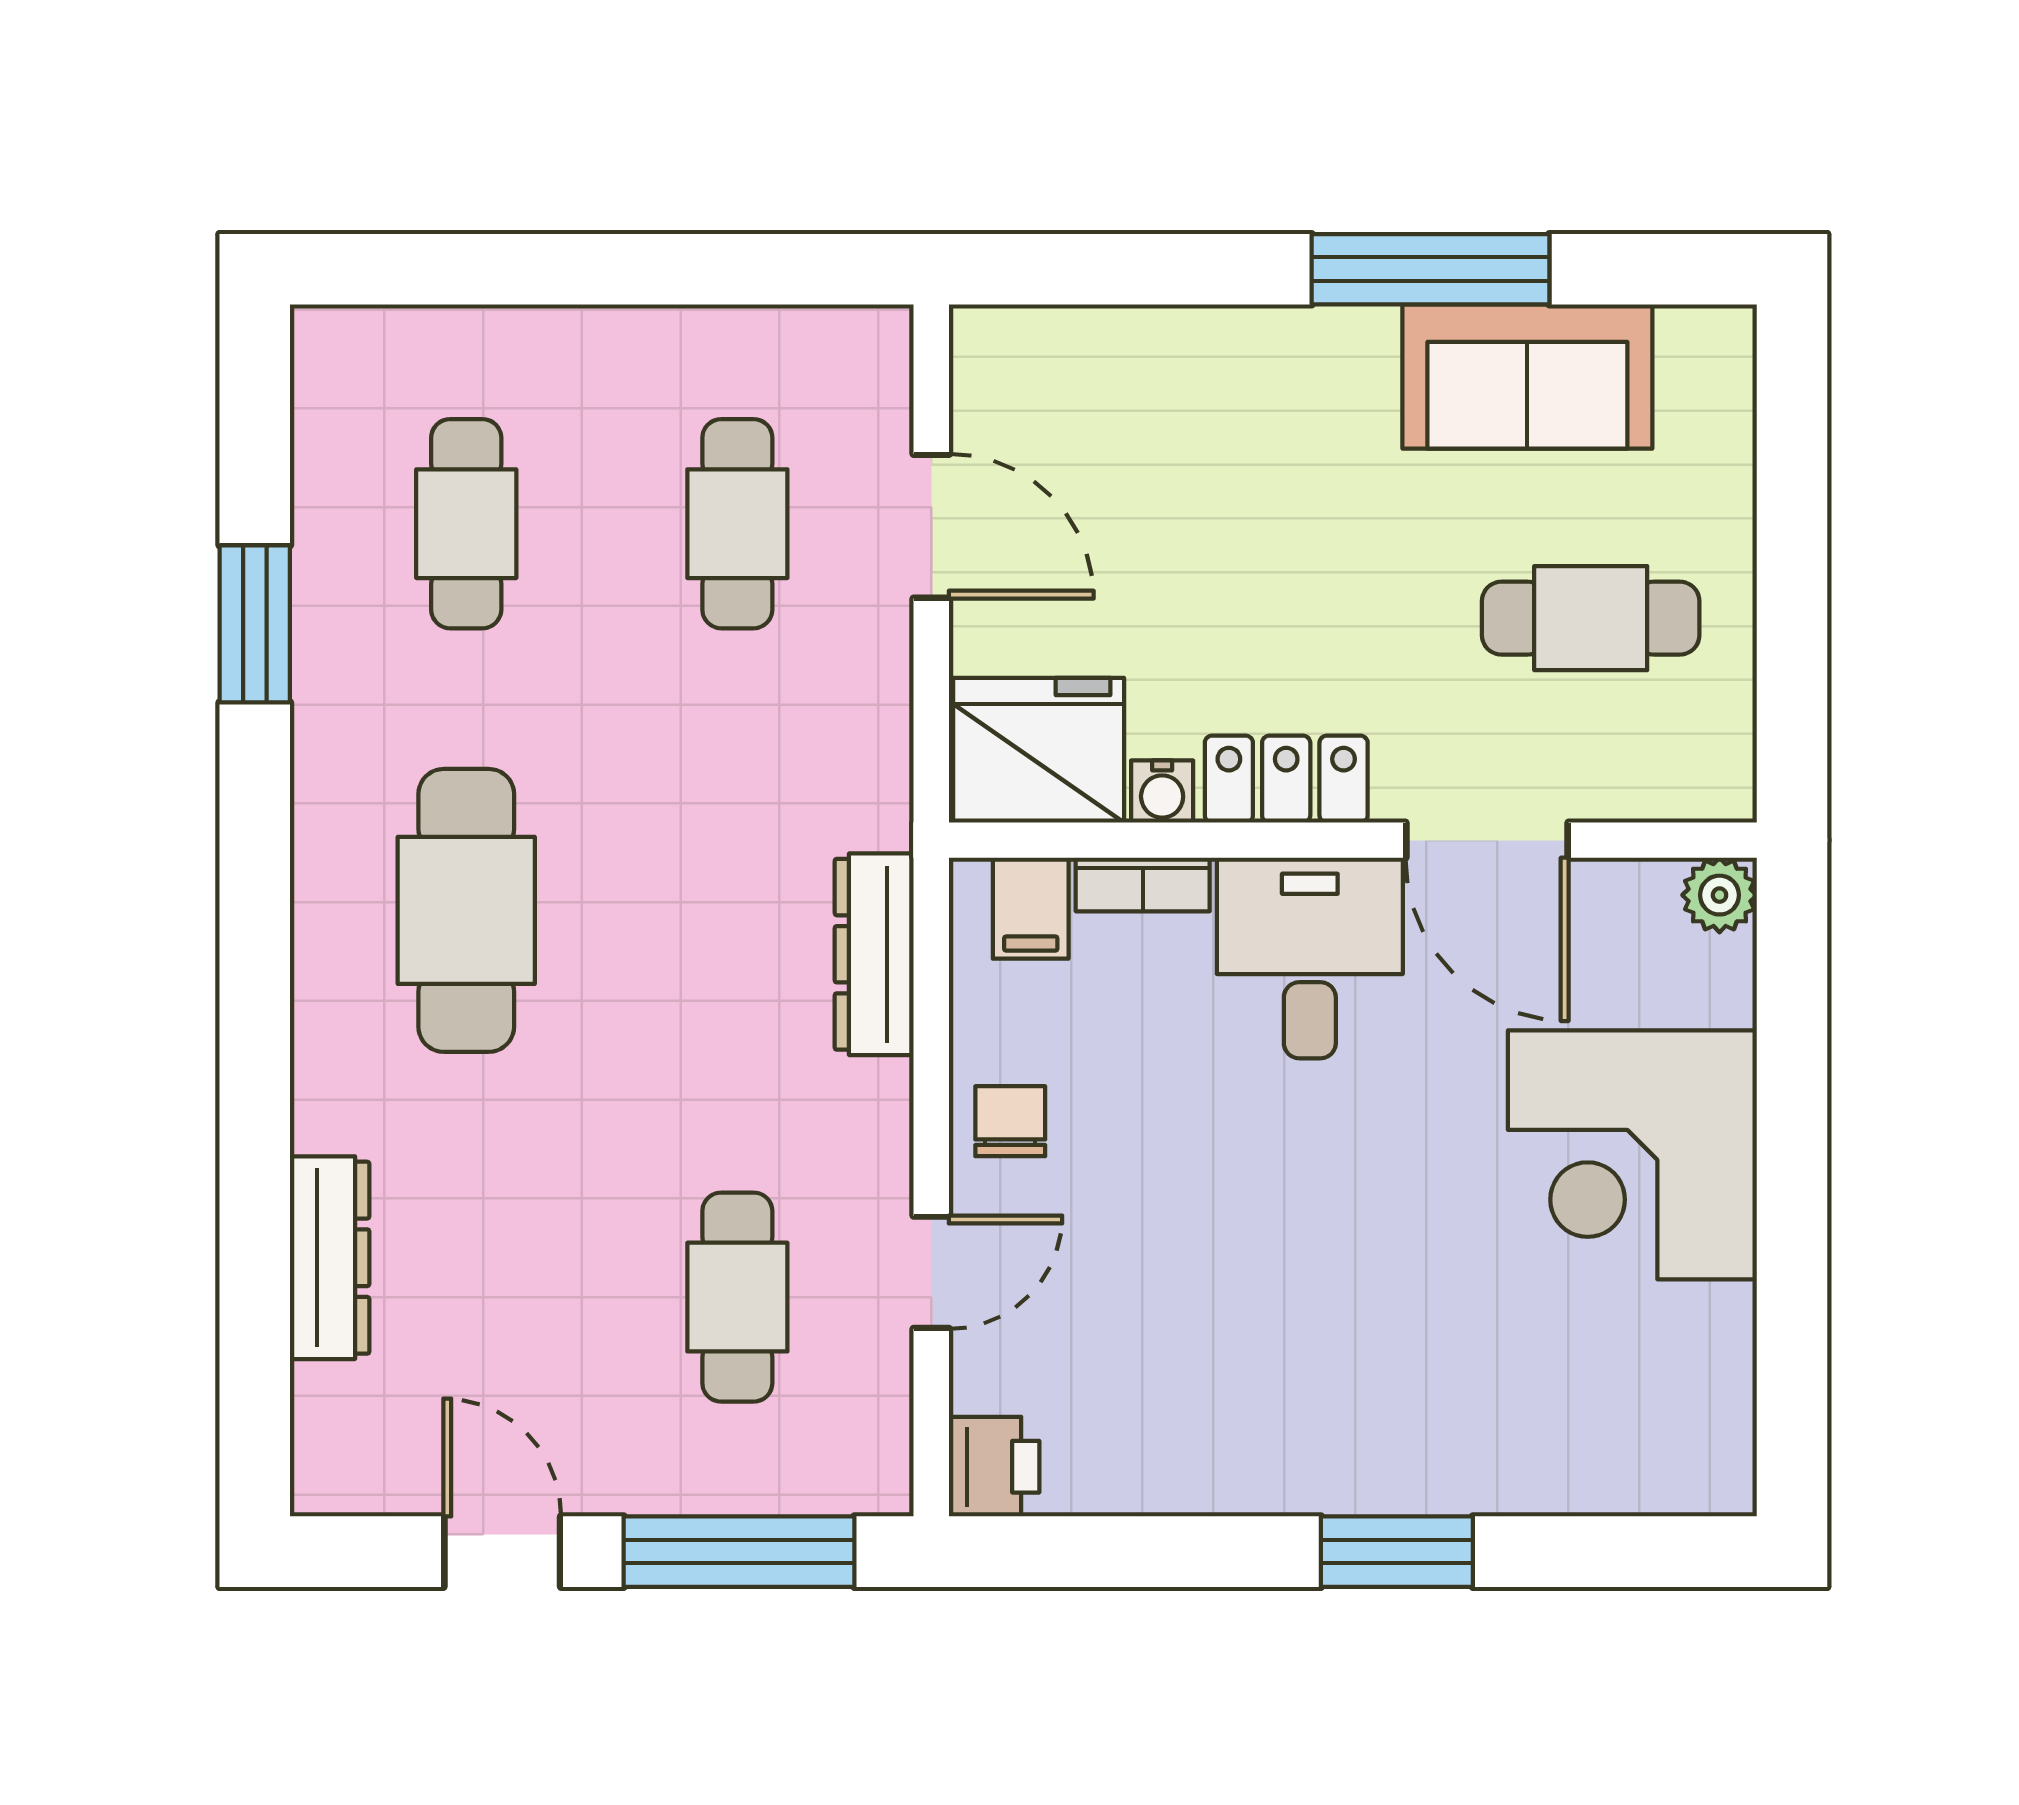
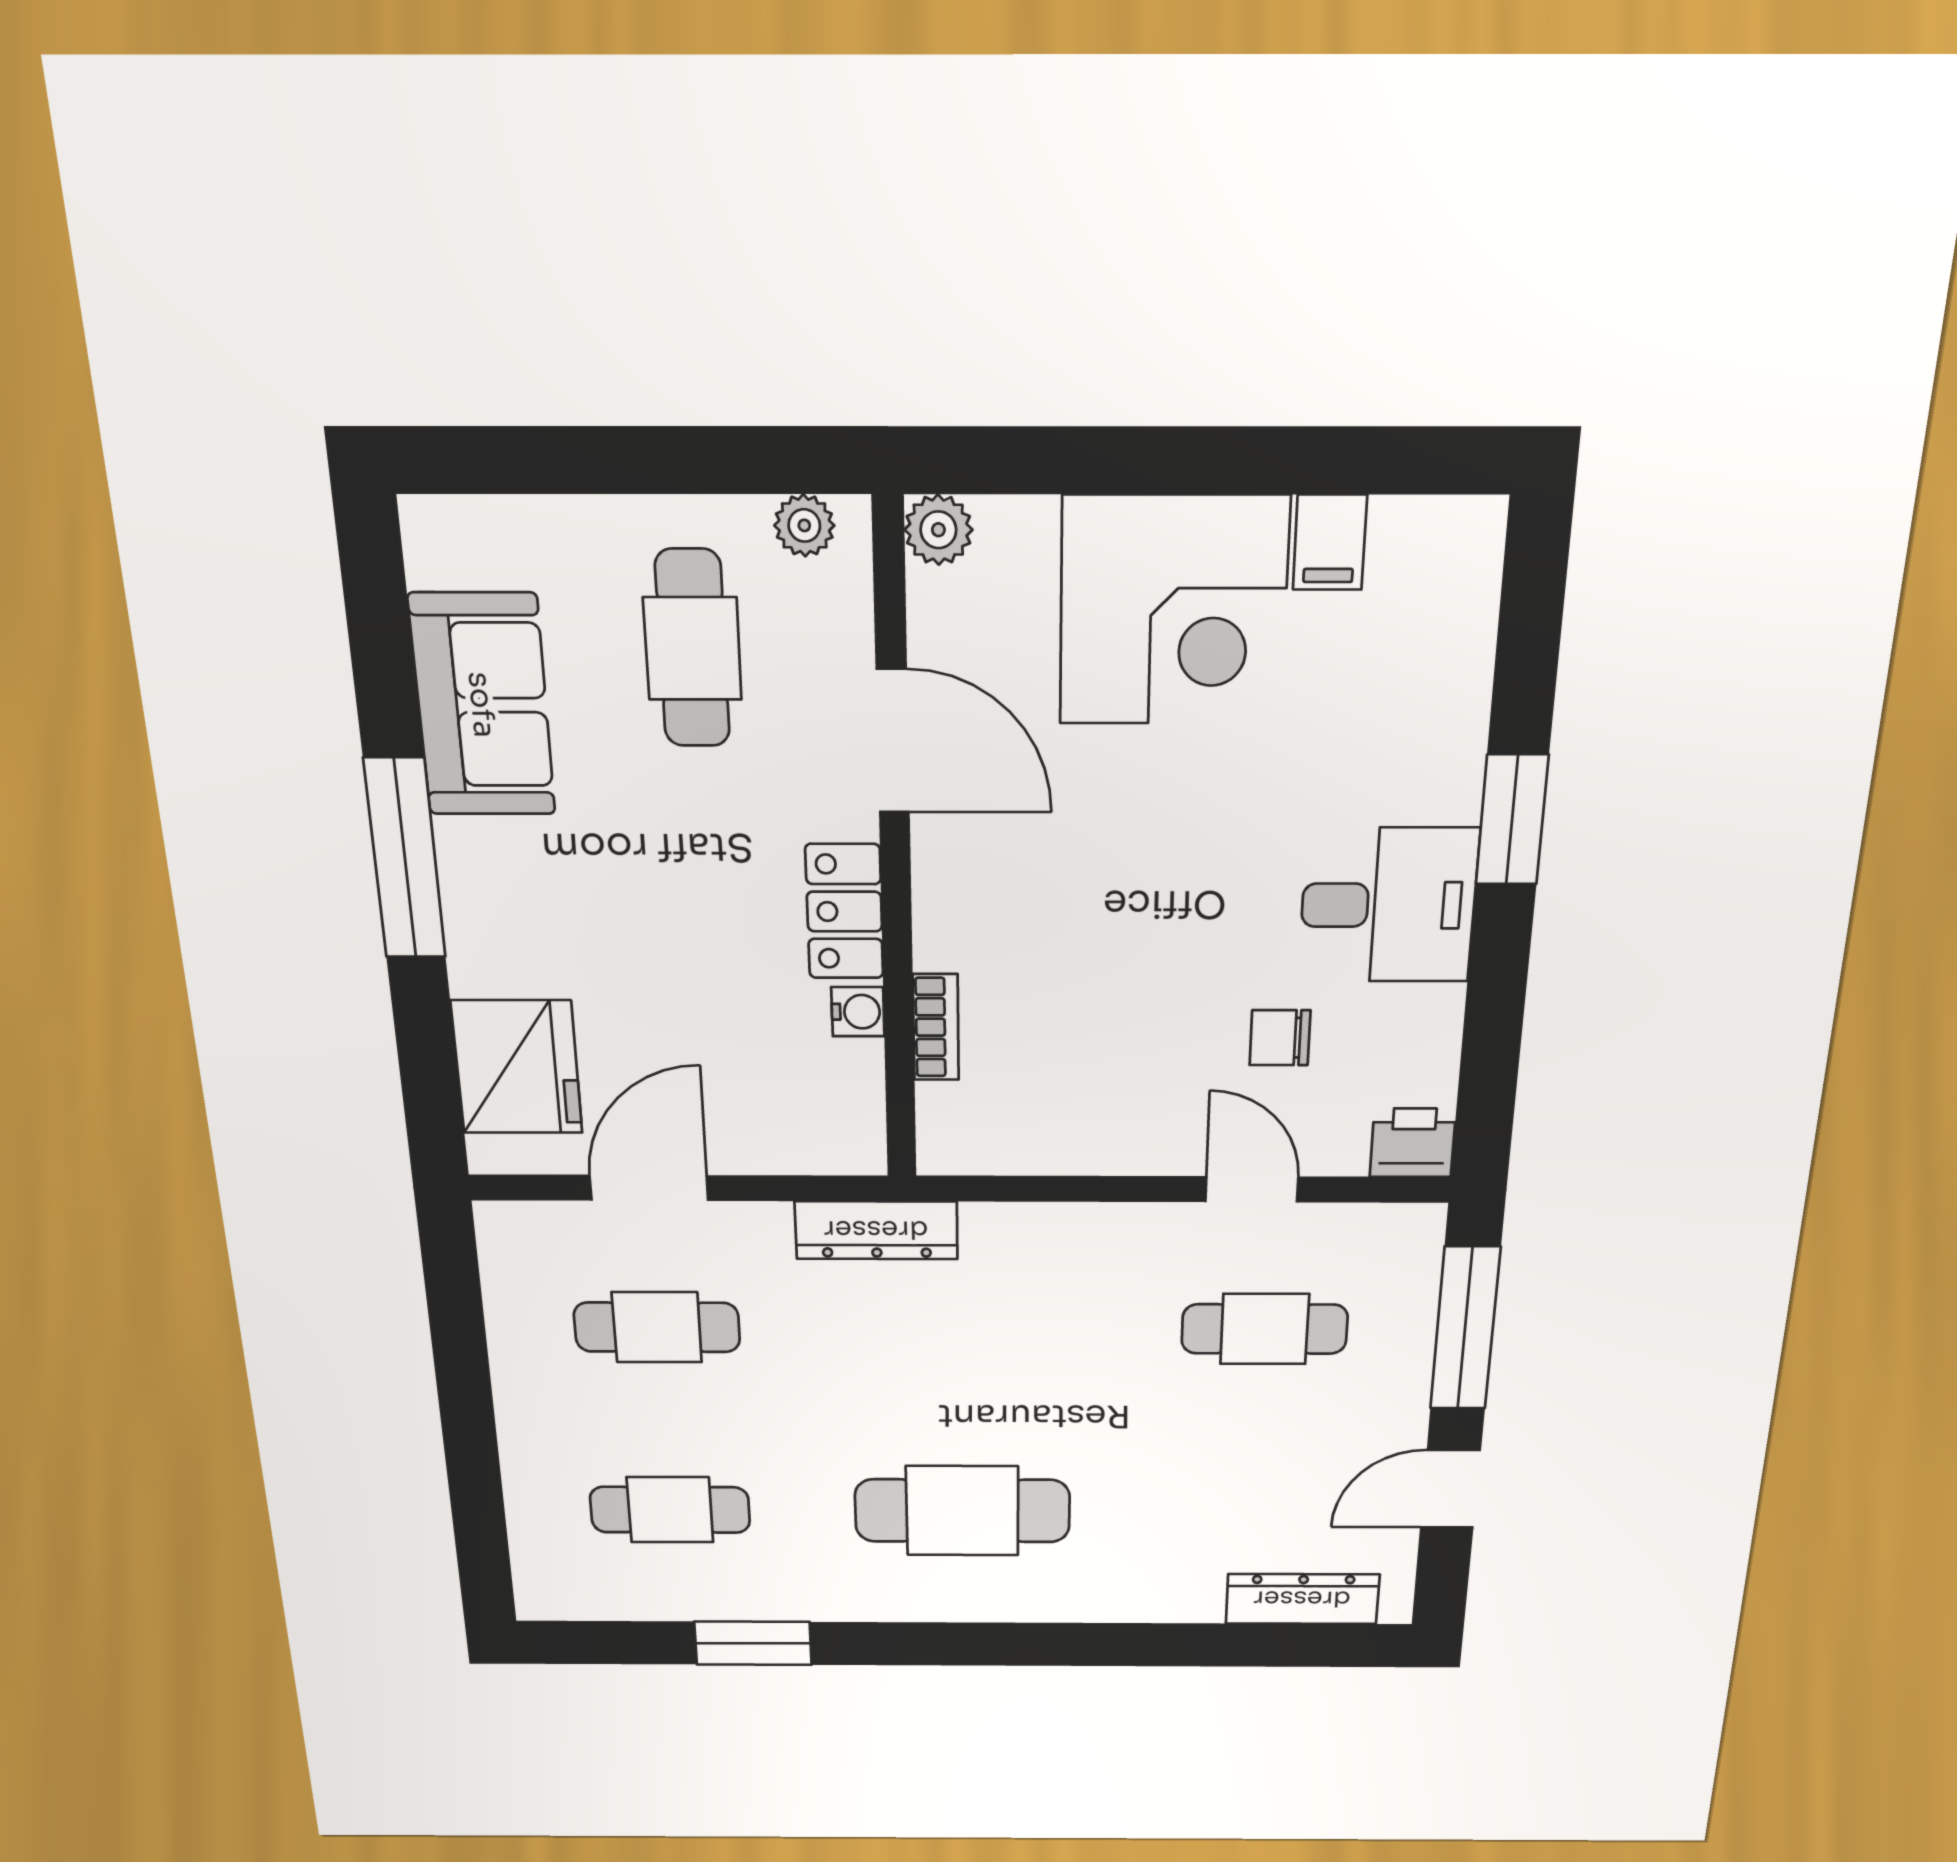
window: (1431, 269) -> (405, 859), moved
plant: (1724, 748) -> (804, 525), added
fridge: (1039, 750) -> (517, 1067), moved, turned 180
door: (1487, 840) -> (893, 741), hinge flipped
filing cabinet: (1031, 908) -> (1330, 542), moved, turned 90
dresser: (874, 954) -> (876, 1230), moved
desk: (1310, 958) -> (1388, 905), moved, turned 180
chair: (1010, 1121) -> (1280, 1038), moved
dresser: (330, 1258) -> (1302, 1599), moved

